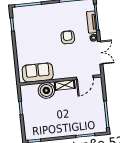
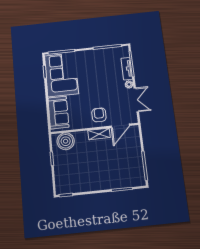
corner sofa: (28, 28) -> (61, 75), added
armchair: (68, 37) -> (99, 115), moved
sofa: (38, 72) -> (58, 113), moved, turned 90
boiler: (46, 90) -> (66, 141), moved

